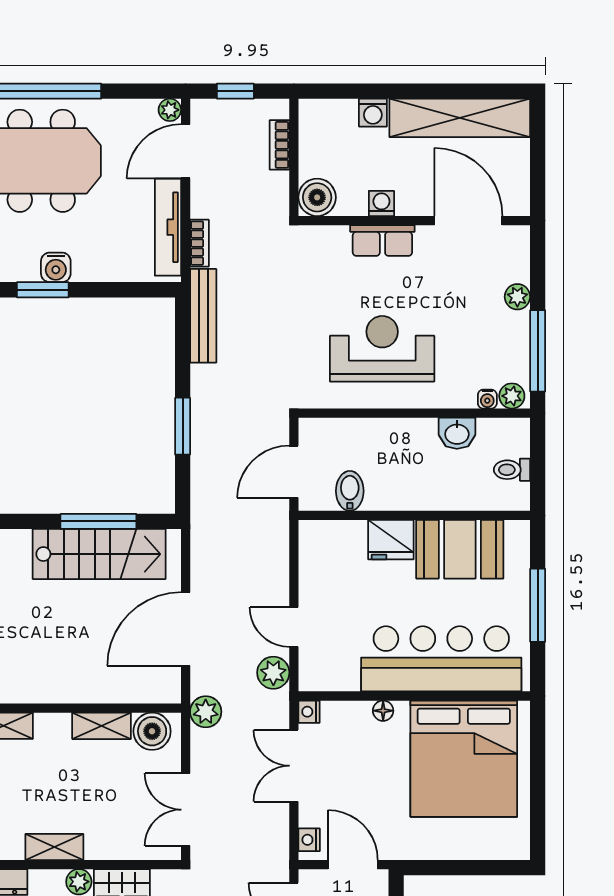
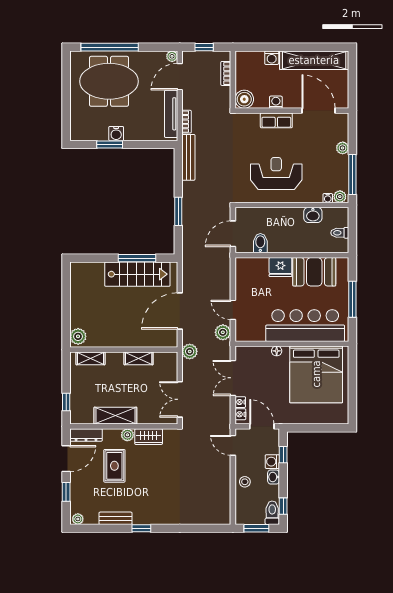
nightstand: (309, 712) -> (240, 402), moved
boiler: (152, 731) -> (163, 361), removed
shelving: (54, 847) -> (115, 416), width x1.50, depth x1.33

